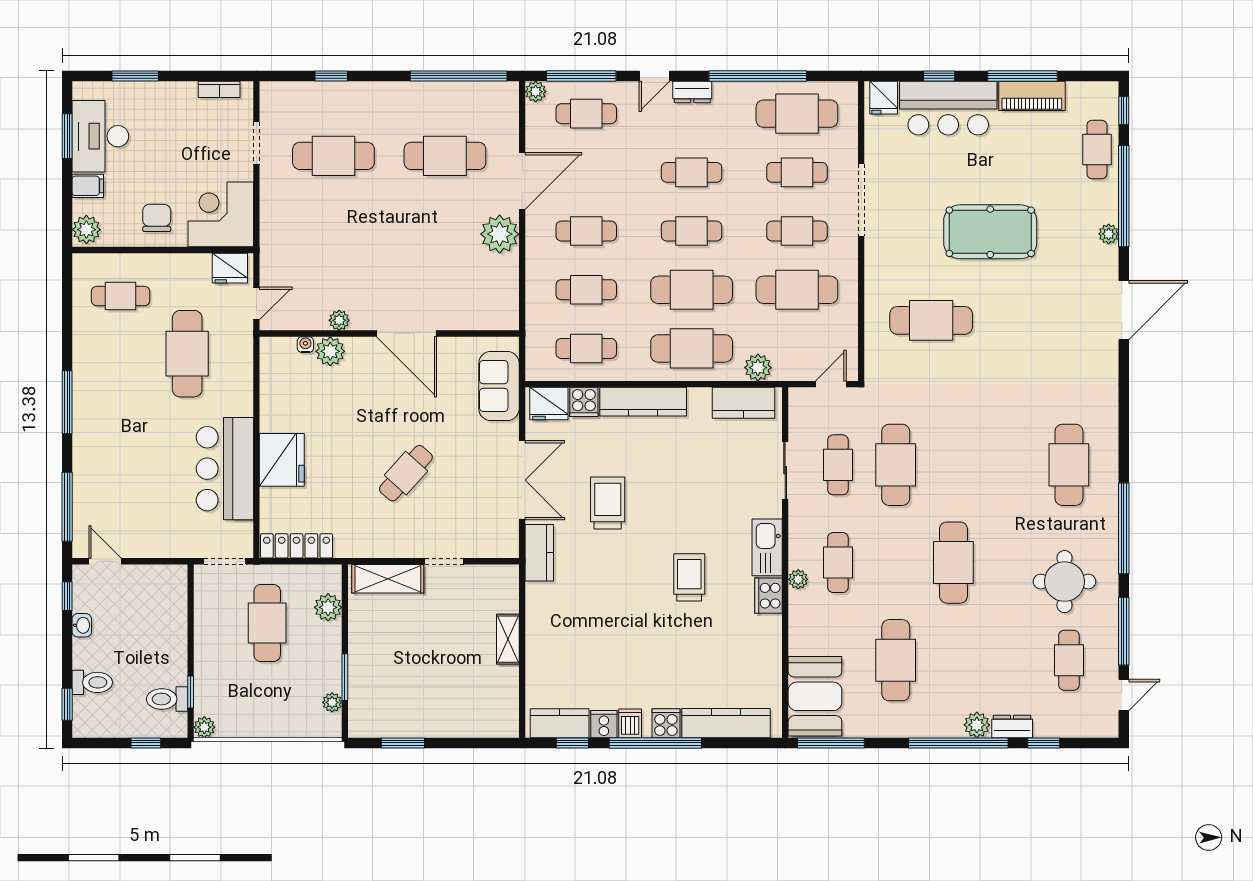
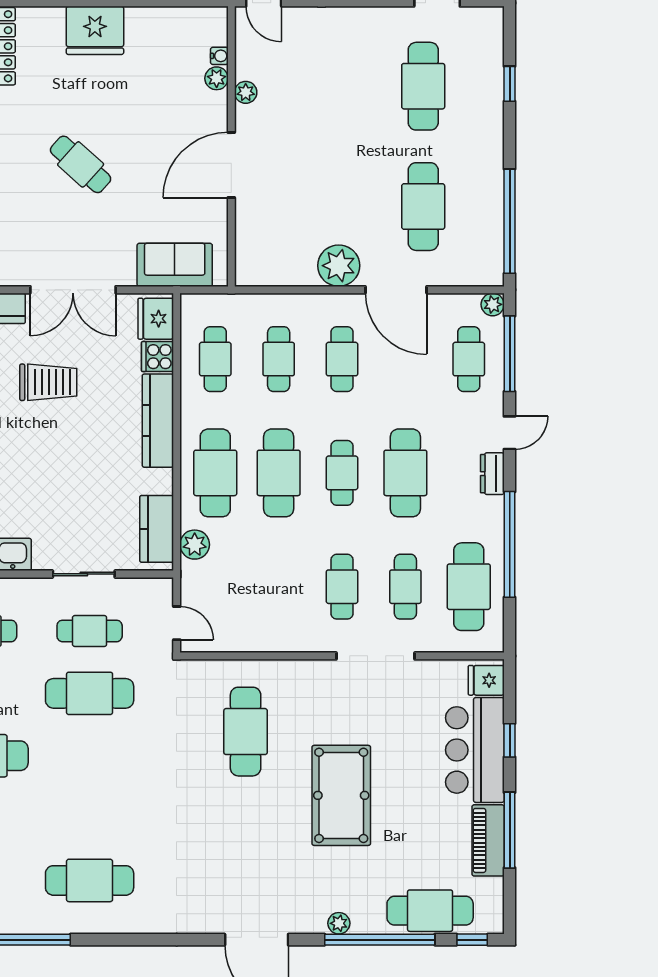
door: (654, 76) -> (510, 433), swing flipped
cafe table: (1097, 150) -> (430, 911), width x1.37, depth x1.35
cafe table: (692, 172) -> (405, 473), width x1.37, depth x1.35
cafe table: (797, 290) -> (279, 587), removed
plant: (330, 351) -> (217, 78), width x0.73, depth x0.73

